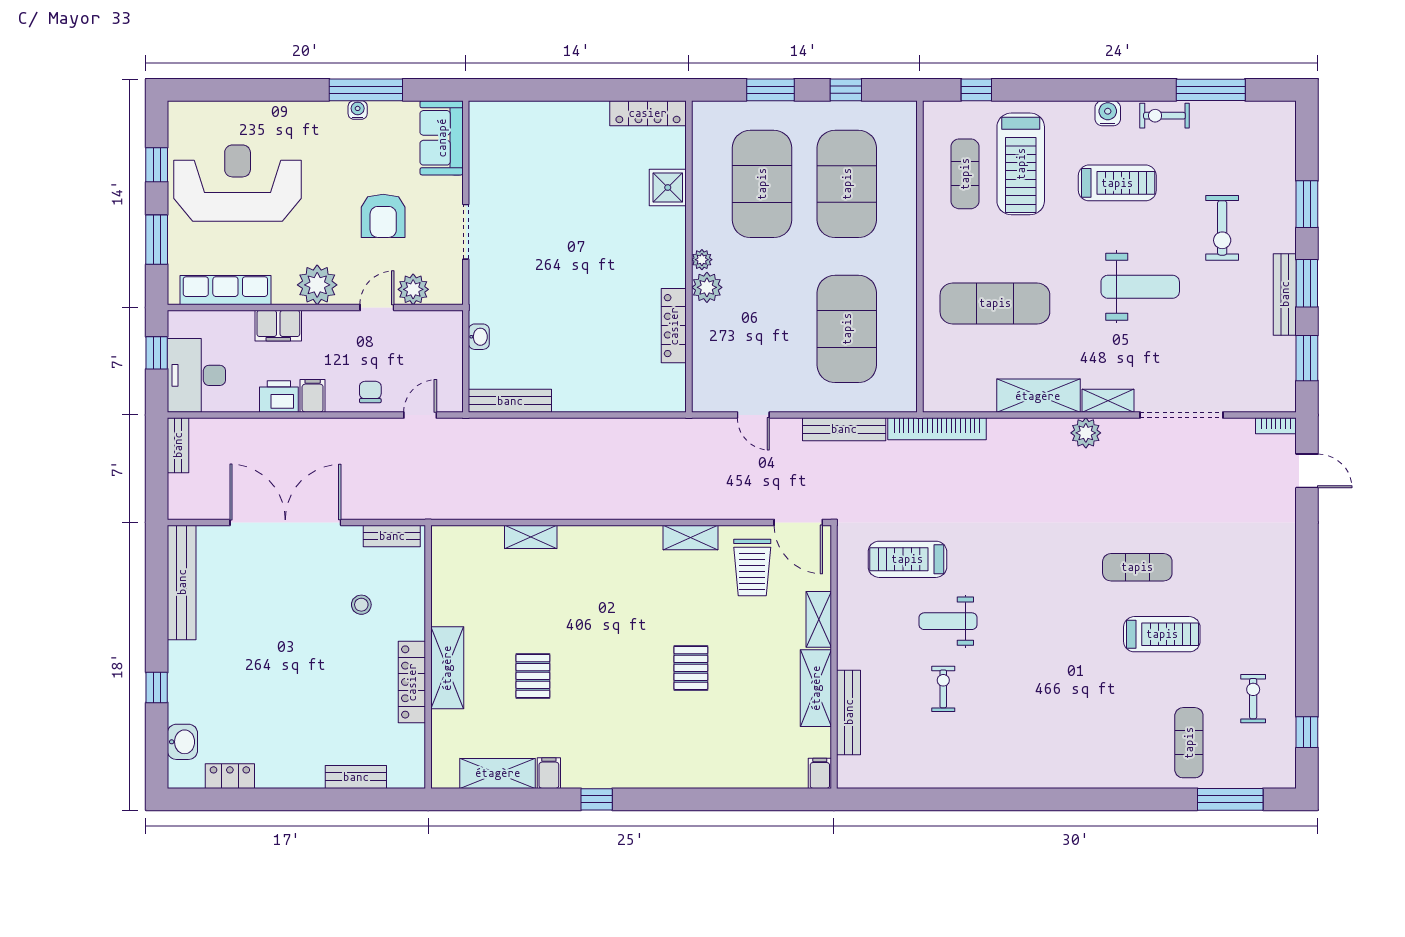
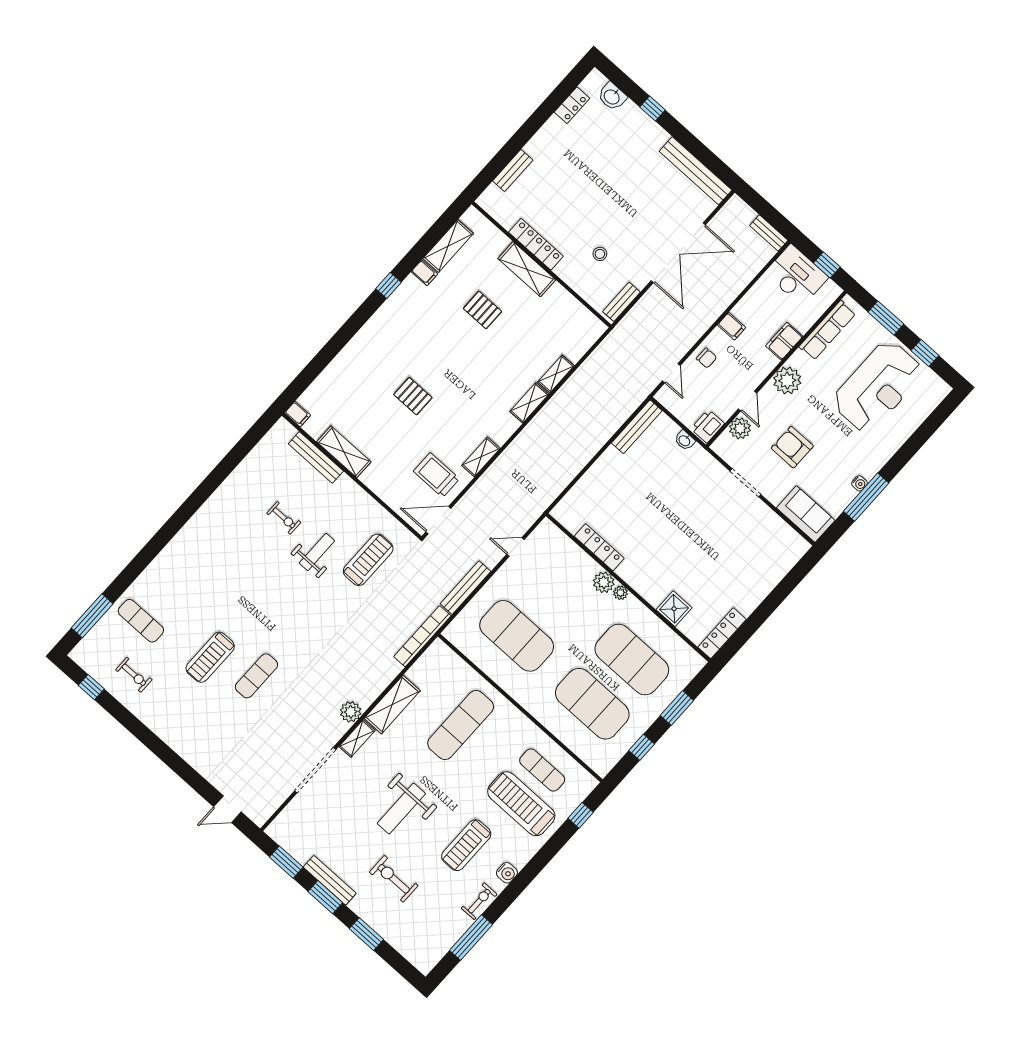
printer: (279, 396) -> (708, 426), moved, turned 180
bookcase: (1276, 426) -> (265, 814), removed
shelving: (819, 619) -> (529, 403), moved, turned 90

